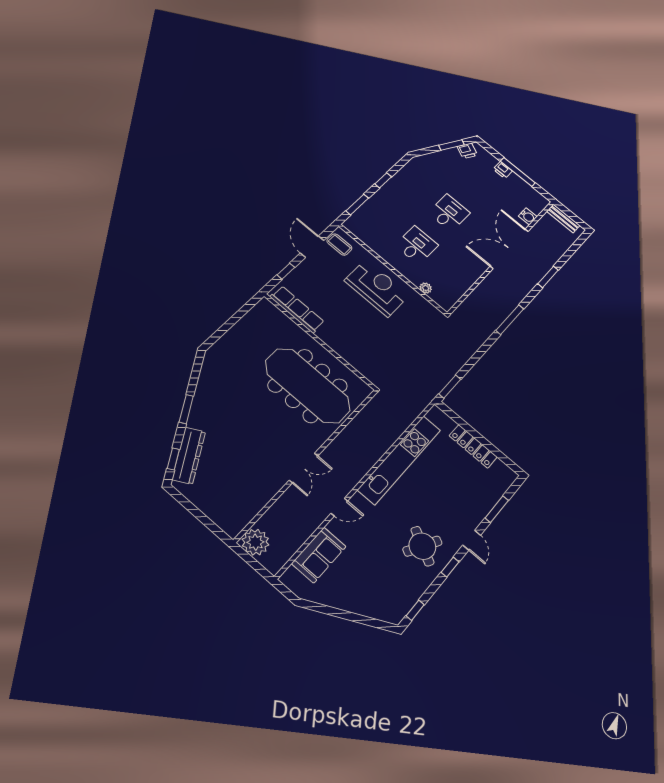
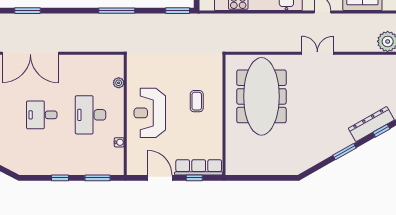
coffee table: (339, 245) -> (197, 101), moved
water cooler: (373, 245) -> (119, 142), added
desk: (417, 245) -> (91, 115), width x1.37
door: (312, 247) -> (160, 178), swing flipped
row of seats: (297, 309) -> (199, 167), moved, turned 90
window: (510, 320) -> (117, 11), moved

